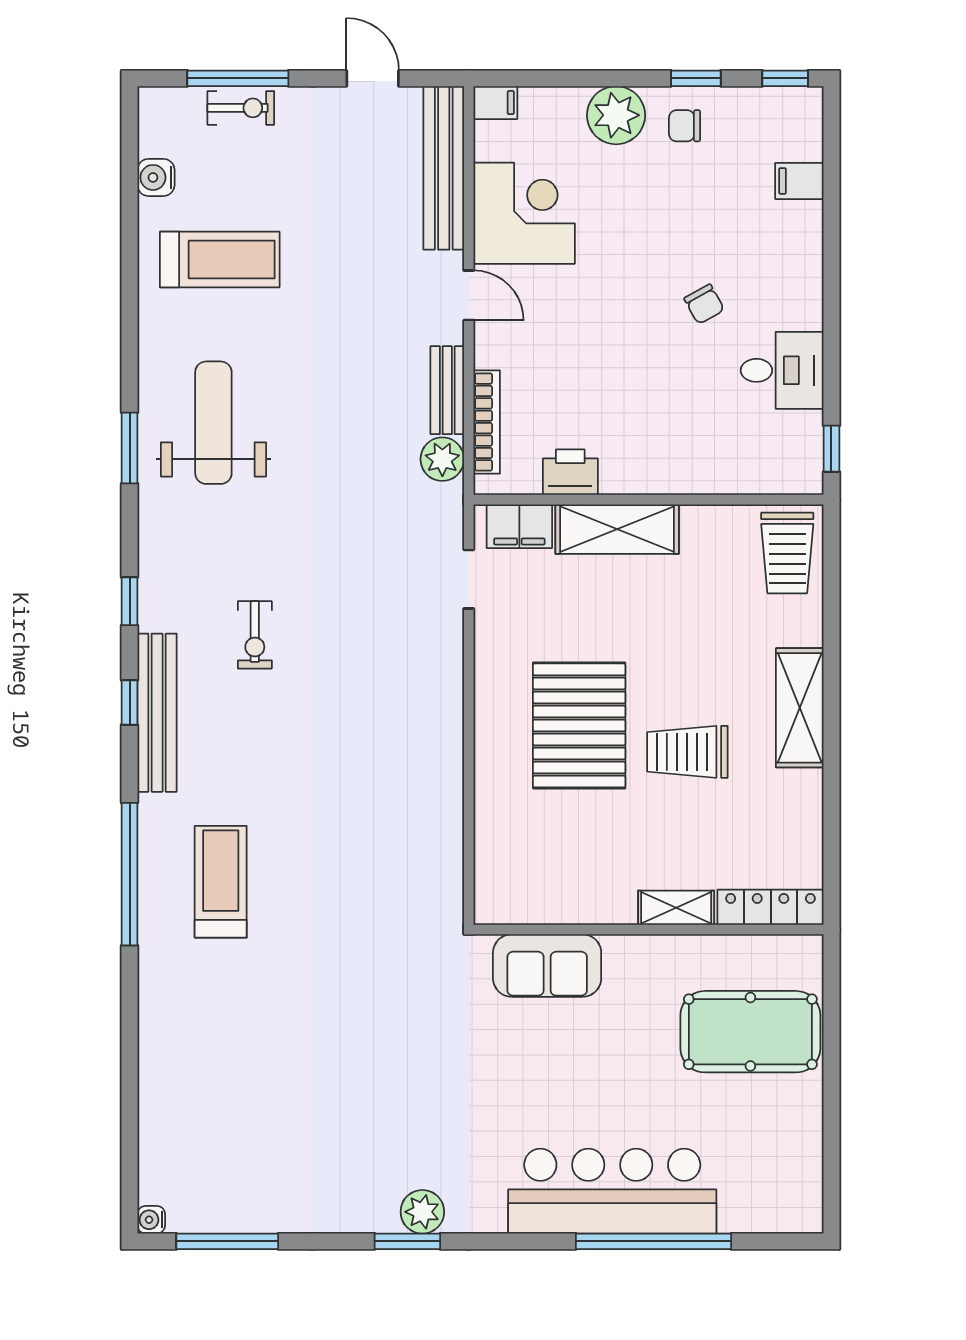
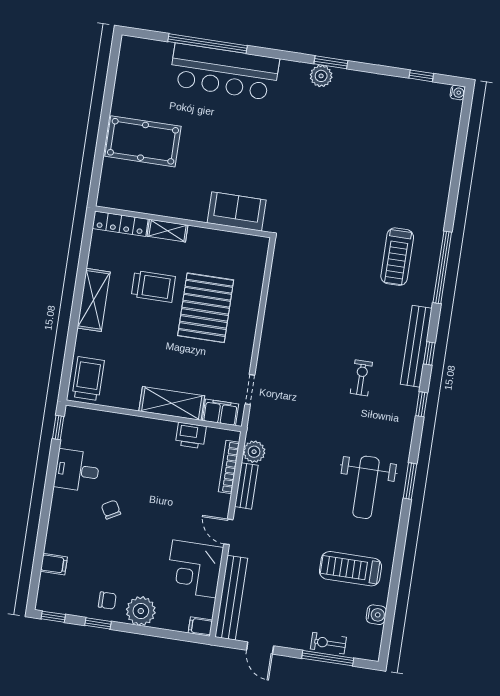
locker: (771, 907) -> (120, 224), moved
shelving: (676, 908) -> (168, 231), moved
wall: (649, 930) -> (183, 222), moved
sofa: (547, 966) -> (237, 211), moved
window: (227, 1241) -> (421, 76), width x0.46

